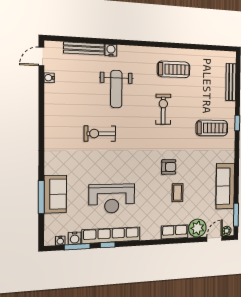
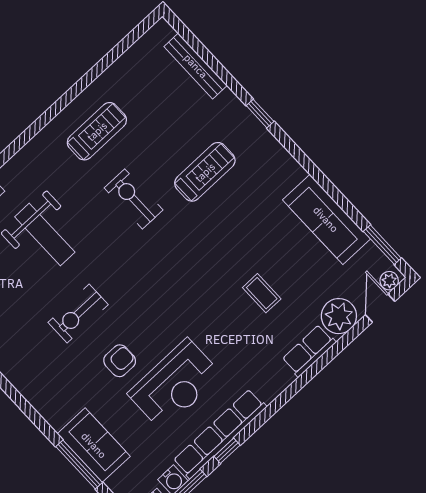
treadmill: (212, 128) -> (205, 172), moved
armchair: (169, 167) -> (120, 361), moved

